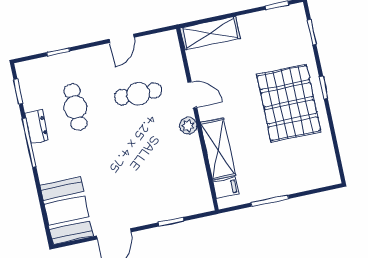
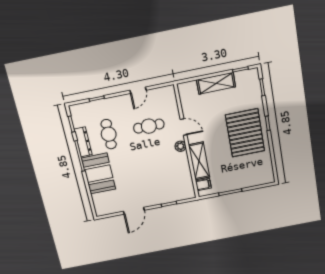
shelving: (210, 33) -> (216, 83), moved
dresser: (37, 127) -> (83, 142), width x1.44
booth: (67, 211) -> (99, 174), moved

